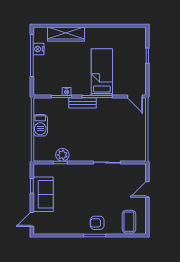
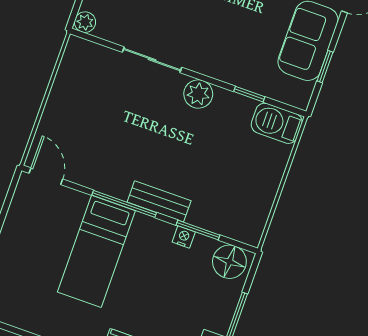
floor lamp: (43, 88) -> (229, 262), added
barbecue: (40, 125) -> (277, 123), moved, turned -90
plant: (62, 155) -> (198, 94), moved
plant: (141, 168) -> (85, 22), added

